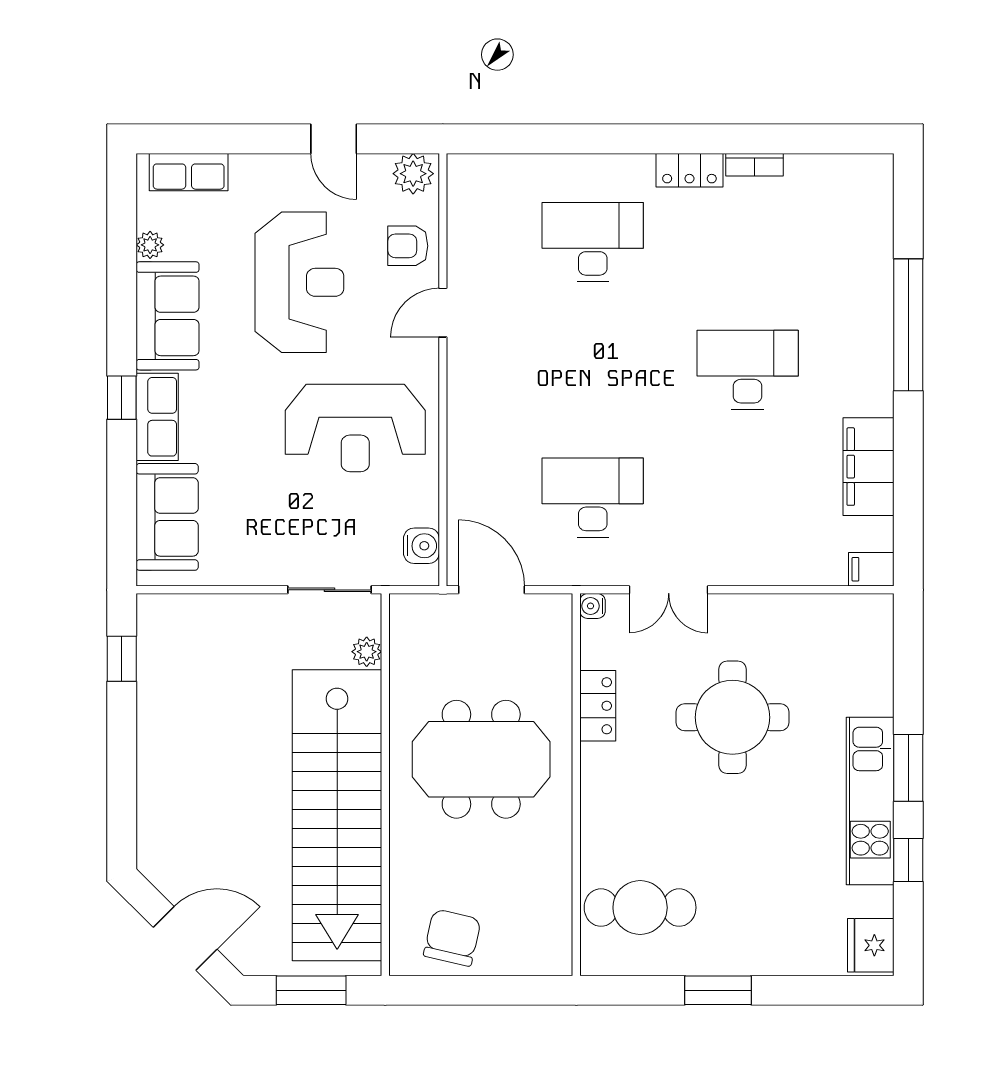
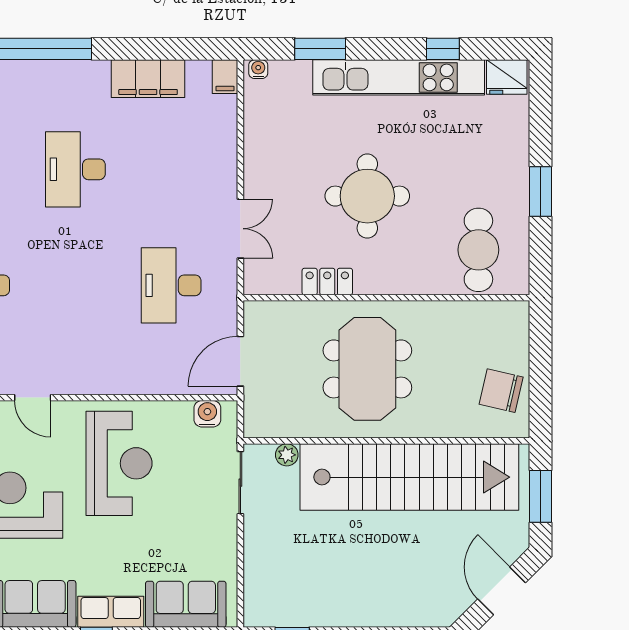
water cooler: (593, 606) -> (258, 69), moved, turned 180
round table: (732, 717) -> (367, 196), moved
window: (908, 768) -> (320, 49), moved
kitchen unit: (870, 801) -> (399, 77), width x1.36

